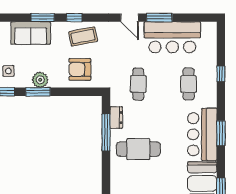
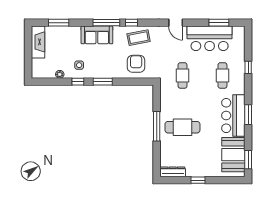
window: (43, 18) -> (106, 23), width x1.44
window: (159, 18) -> (219, 23), moved
armchair: (80, 69) -> (136, 64), turned 90
plant: (40, 80) -> (104, 72), removed
dresser: (116, 118) -> (165, 102), removed
window: (106, 133) -> (157, 126), moved

